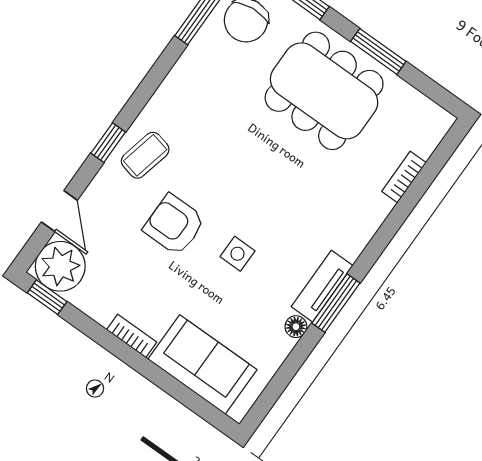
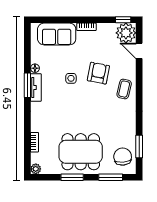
plant: (440, 121) -> (36, 169), added
window: (108, 143) -> (139, 85), removed
armchair: (174, 225) -> (98, 73), turned -79

